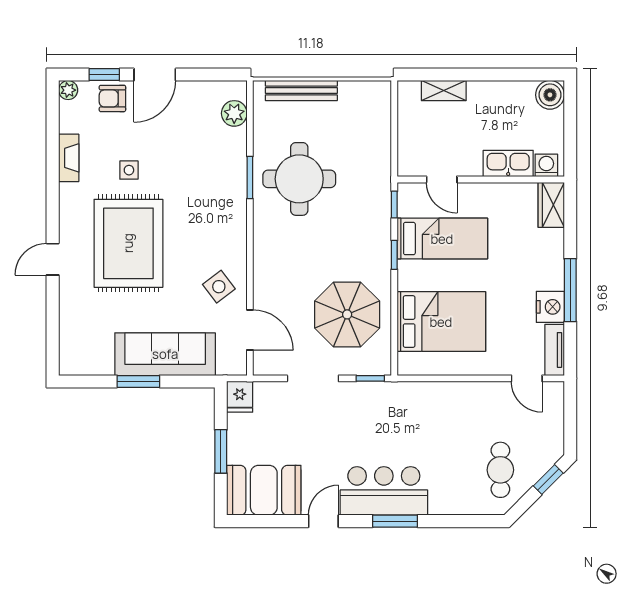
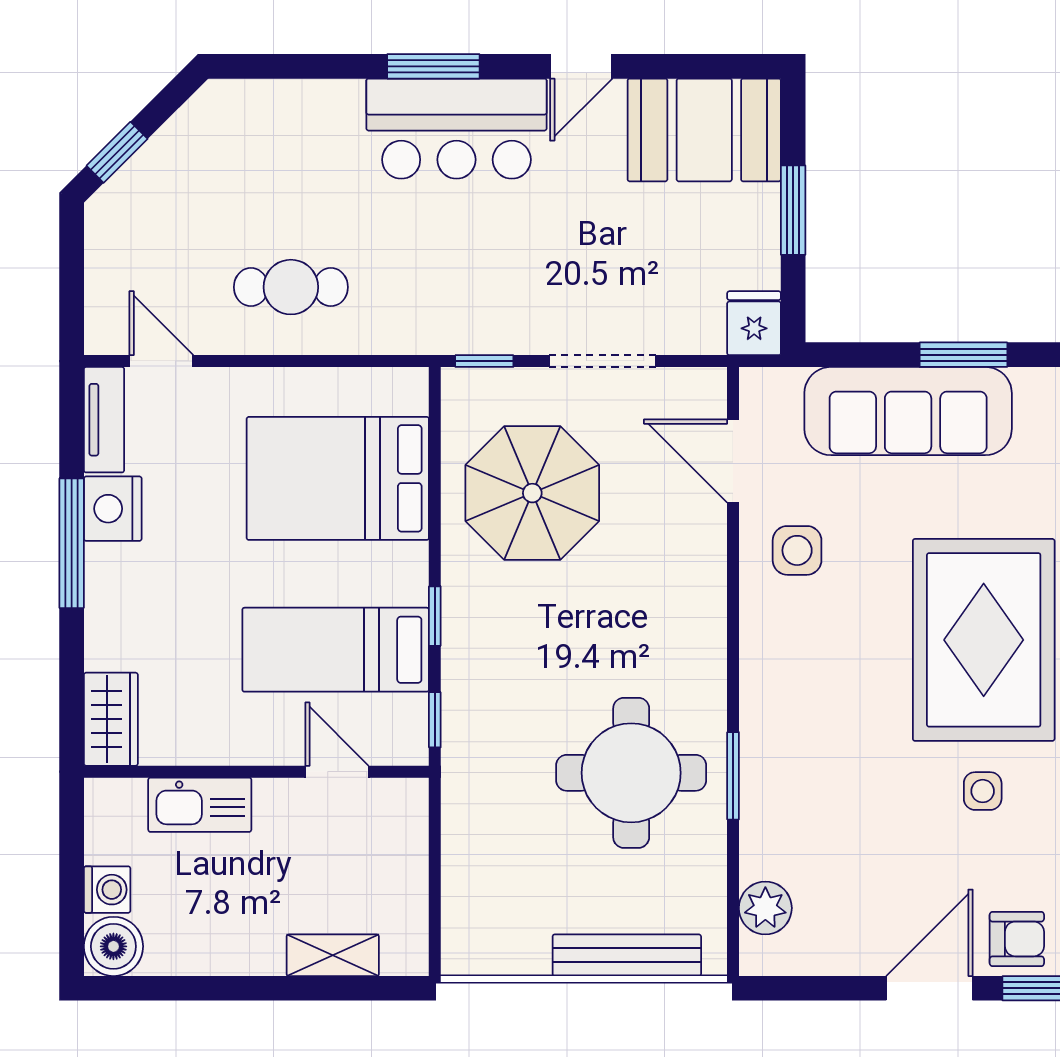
washing machine: (546, 165) -> (107, 890), moved, turned -90
side table: (219, 287) -> (797, 550), turned 37
cafe table: (500, 470) -> (291, 287), moved, turned 90

